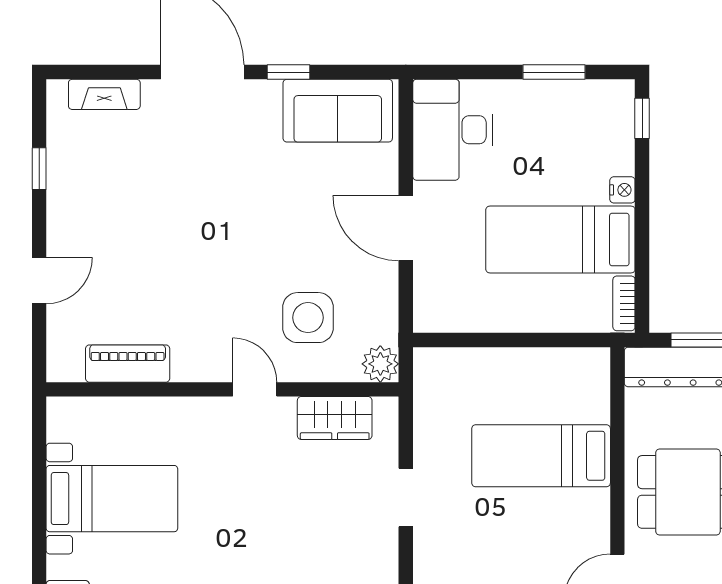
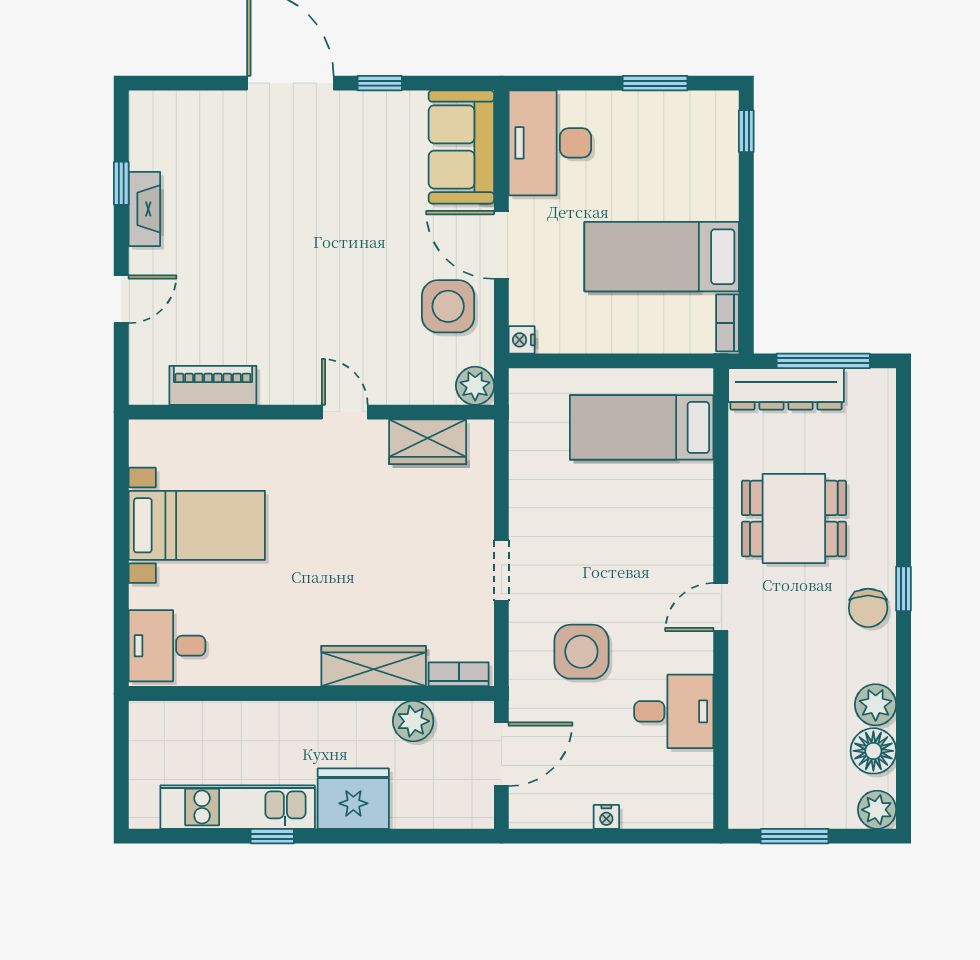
fireplace: (104, 94) -> (144, 209), moved, turned -90
sofa: (338, 111) -> (461, 147), moved, turned 90
nightstand: (622, 190) -> (522, 340), moved, turned 180
side table: (308, 318) -> (448, 306), moved
bed: (541, 456) -> (642, 427), moved
doorway: (406, 498) -> (501, 571), moved

